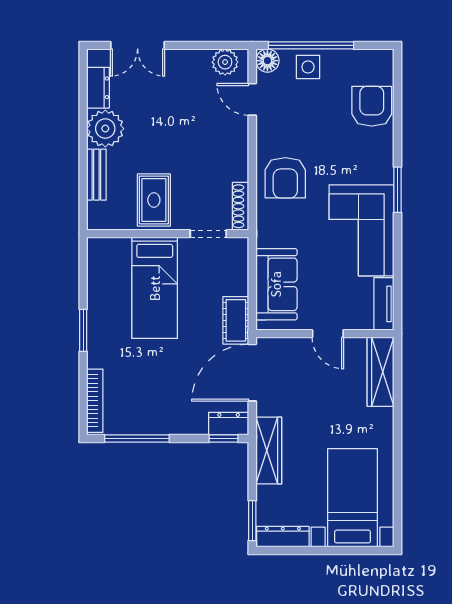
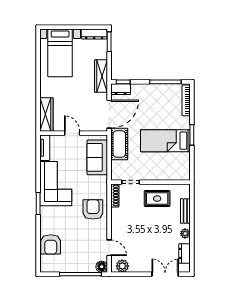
side table: (308, 67) -> (82, 264), removed
plant: (105, 129) -> (185, 234), width x0.53, depth x0.53
rug: (154, 200) -> (157, 199), turned 90
bed: (155, 288) -> (165, 141), moved, turned -90
cot: (236, 320) -> (119, 144), width x1.37, depth x1.34

